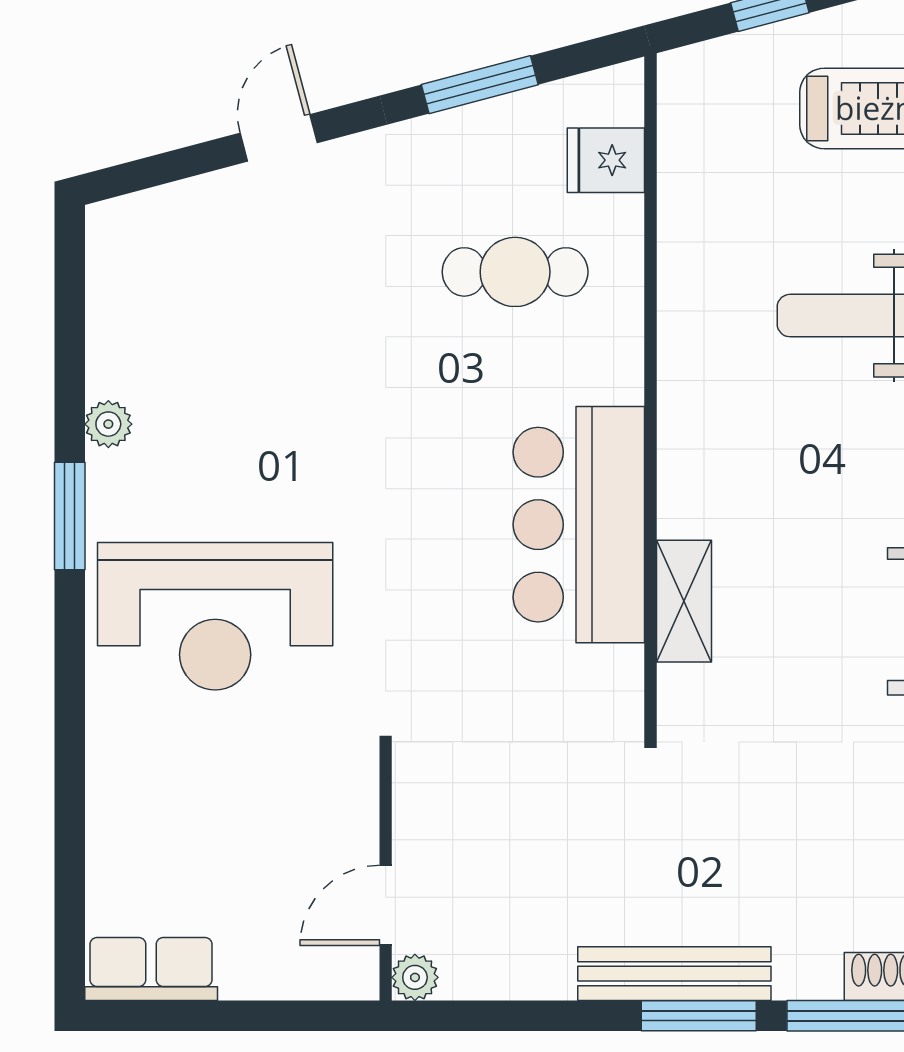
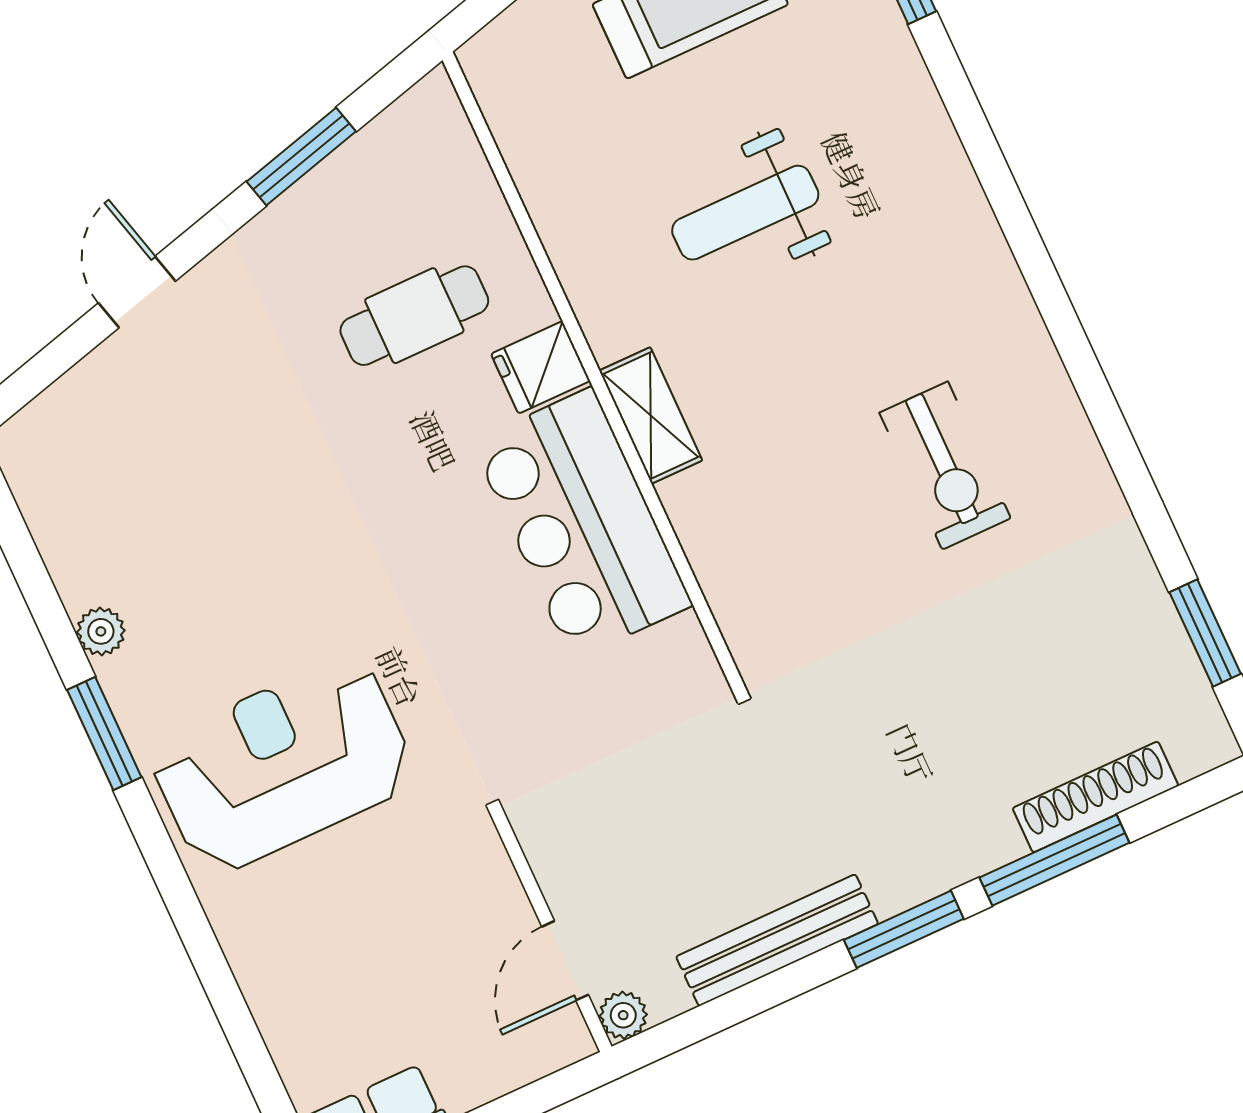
fridge: (606, 160) -> (541, 367), moved
shelving: (684, 601) -> (651, 415), moved
reception desk: (215, 616) -> (283, 765), turned 180
bench: (674, 974) -> (777, 940), moved

